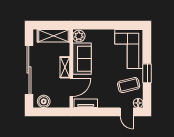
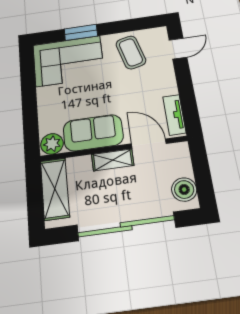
window: (147, 73) -> (81, 32), moved
floor lamp: (138, 103) -> (159, 34), removed

